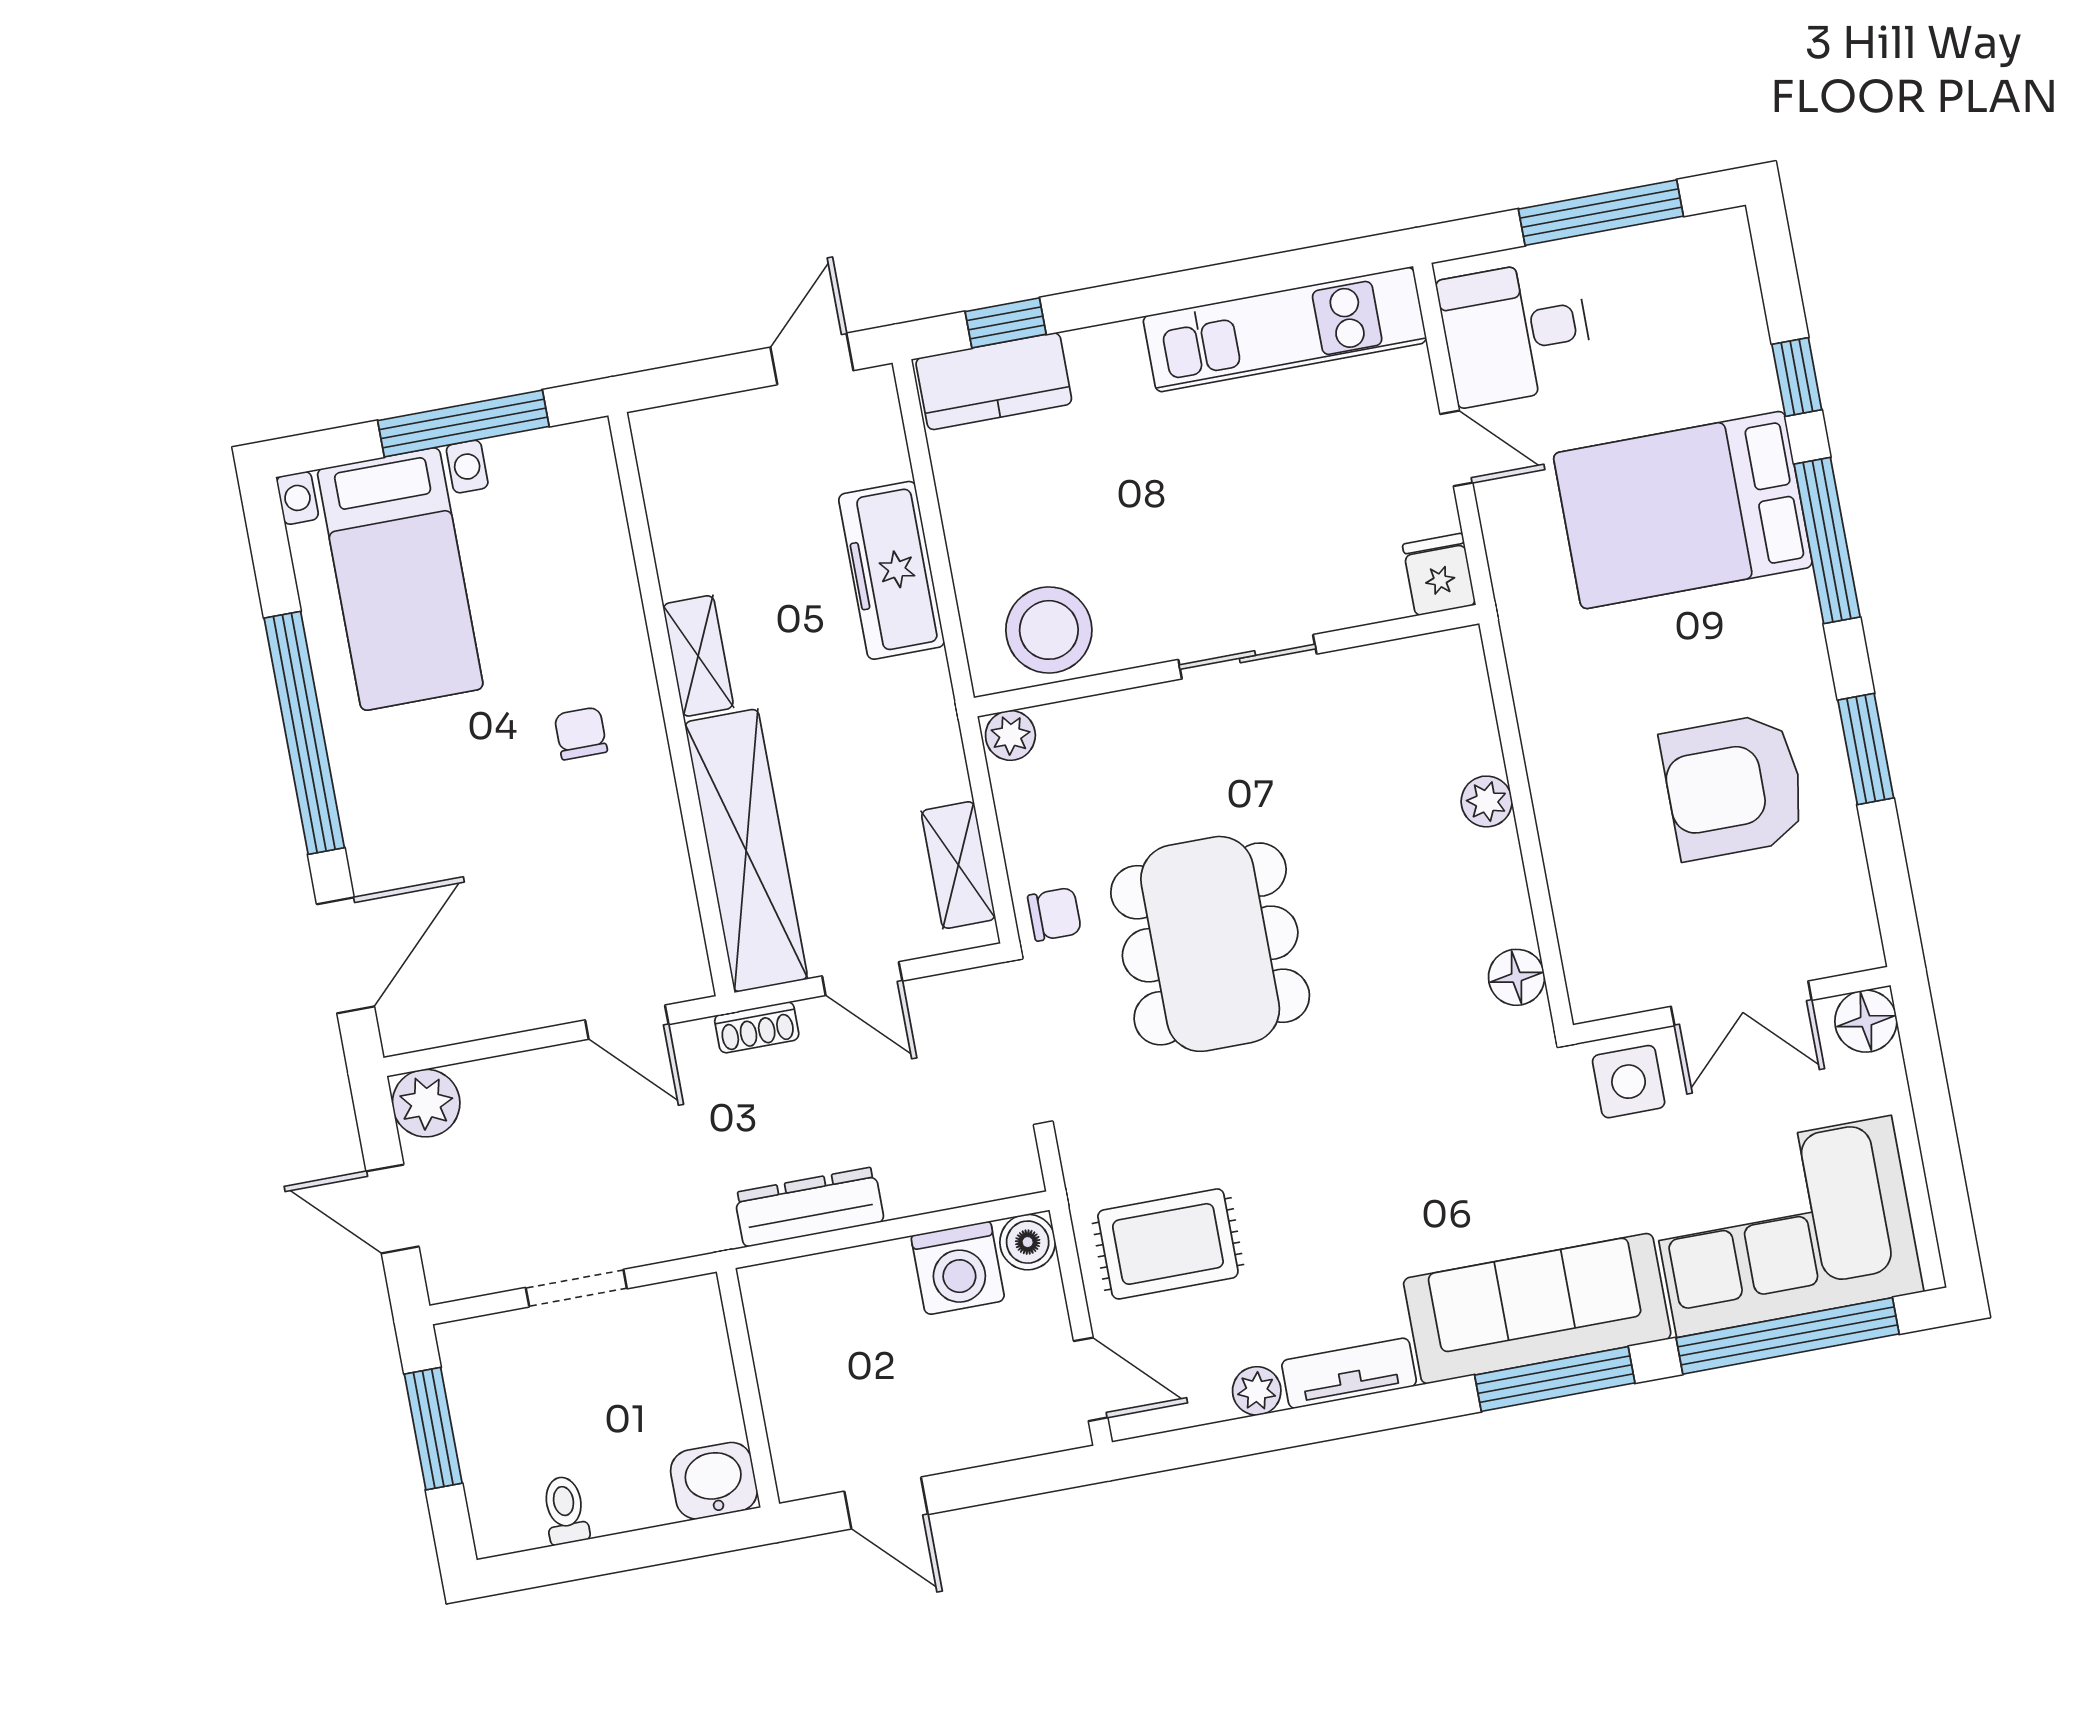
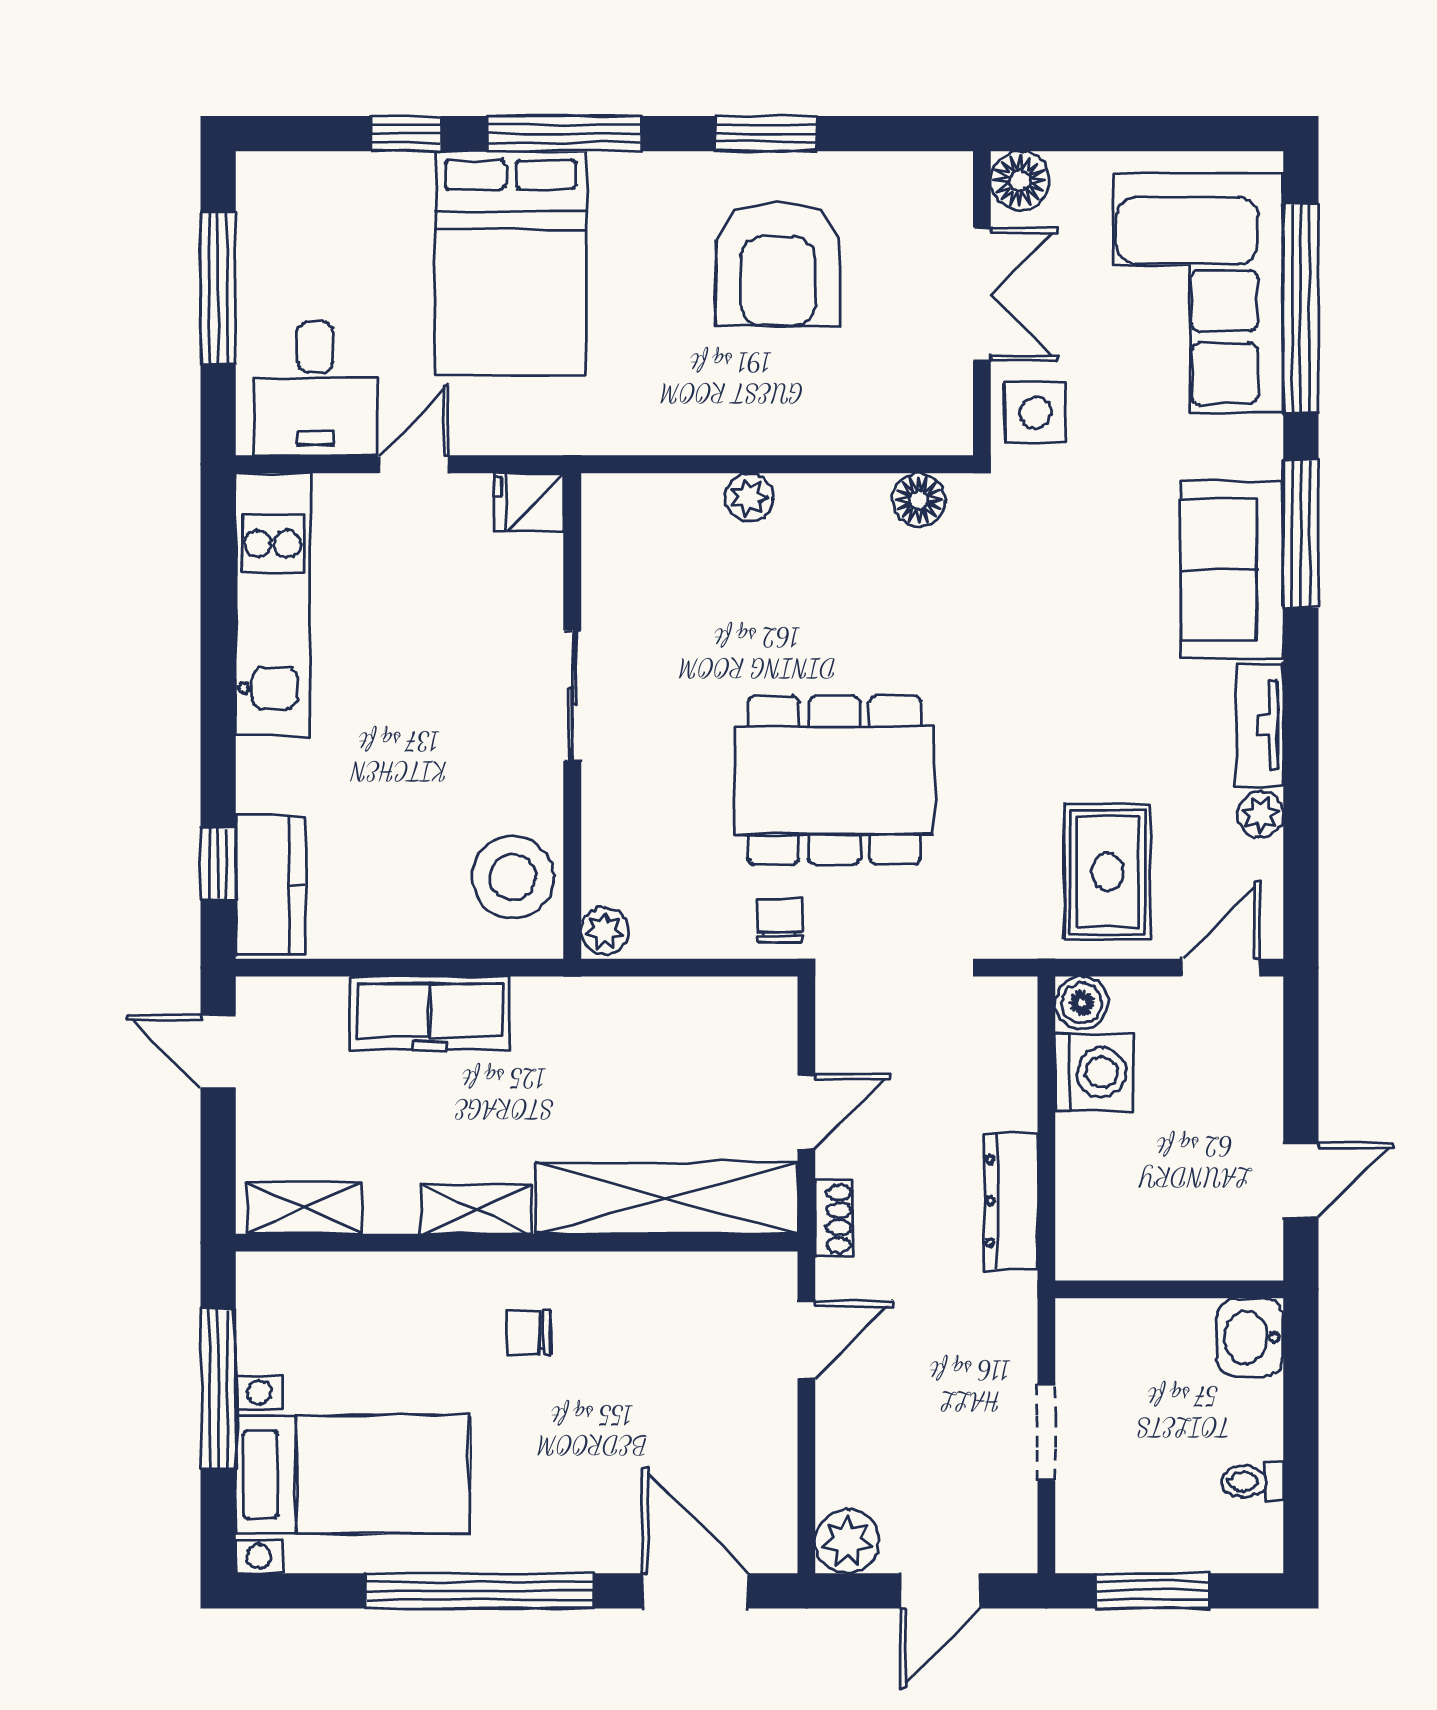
shelving: (958, 865) -> (304, 1208), moved
sofa: (1537, 1309) -> (1232, 570), width x0.73

